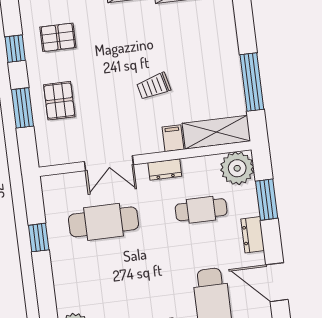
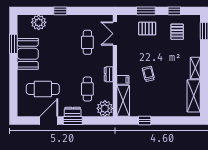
window: (252, 82) -> (145, 120), width x0.46
double door: (109, 163) -> (115, 34), moved
window: (267, 200) -> (73, 120), moved
cafe table: (103, 222) -> (87, 42), width x0.73, depth x0.74
window: (39, 238) -> (60, 11), moved

